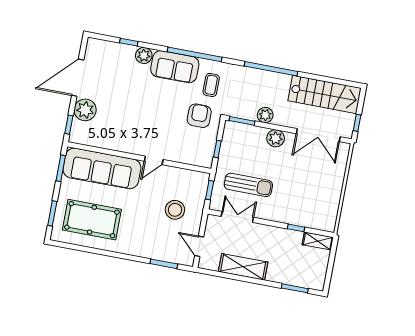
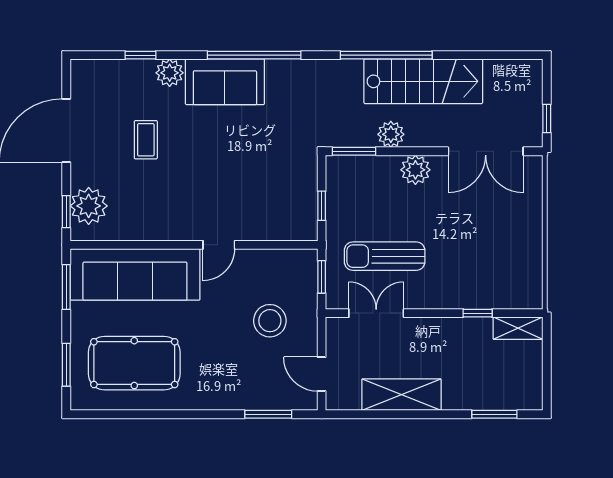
coffee table: (211, 85) -> (146, 140), moved
stairs: (325, 94) -> (423, 81), moved
plant: (85, 110) -> (89, 206), moved
armchair: (199, 116) -> (281, 156), removed
sun lounger: (248, 185) -> (385, 256), turned 180

